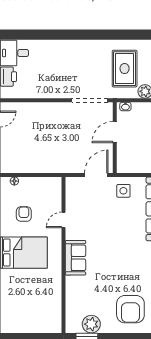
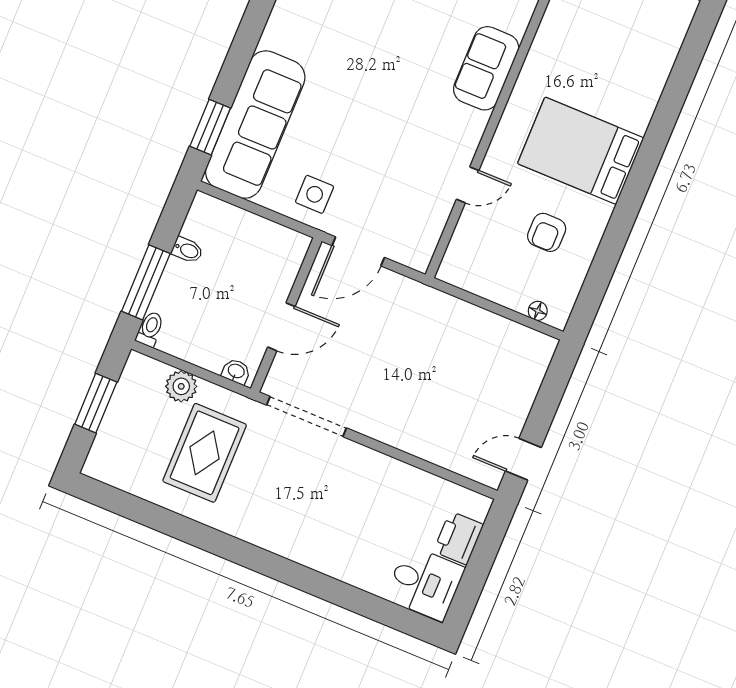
sofa: (75, 258) -> (486, 68), moved

